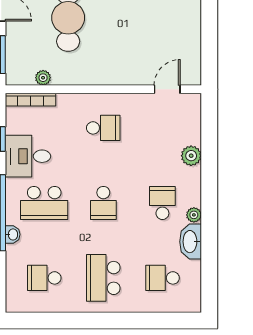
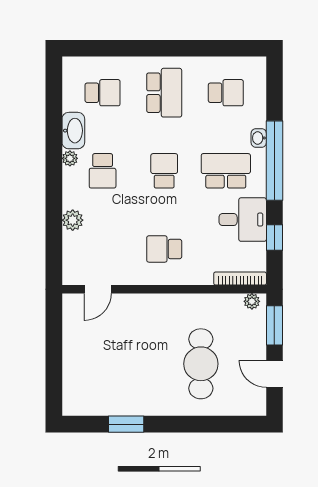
plant: (43, 78) -> (252, 301), moved

